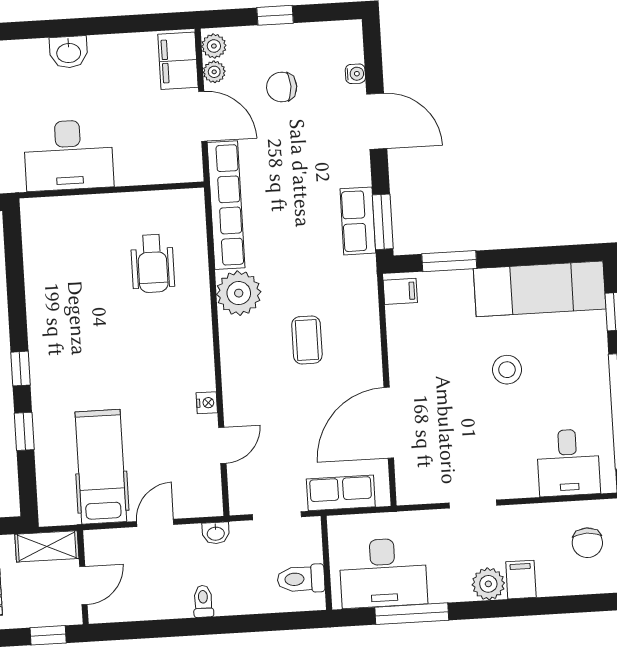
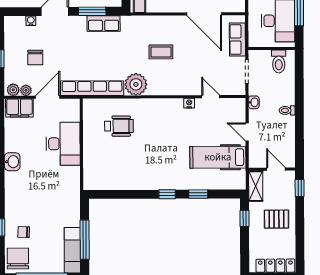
desk: (69, 155) -> (63, 144), moved
window: (383, 222) -> (92, 11), moved

